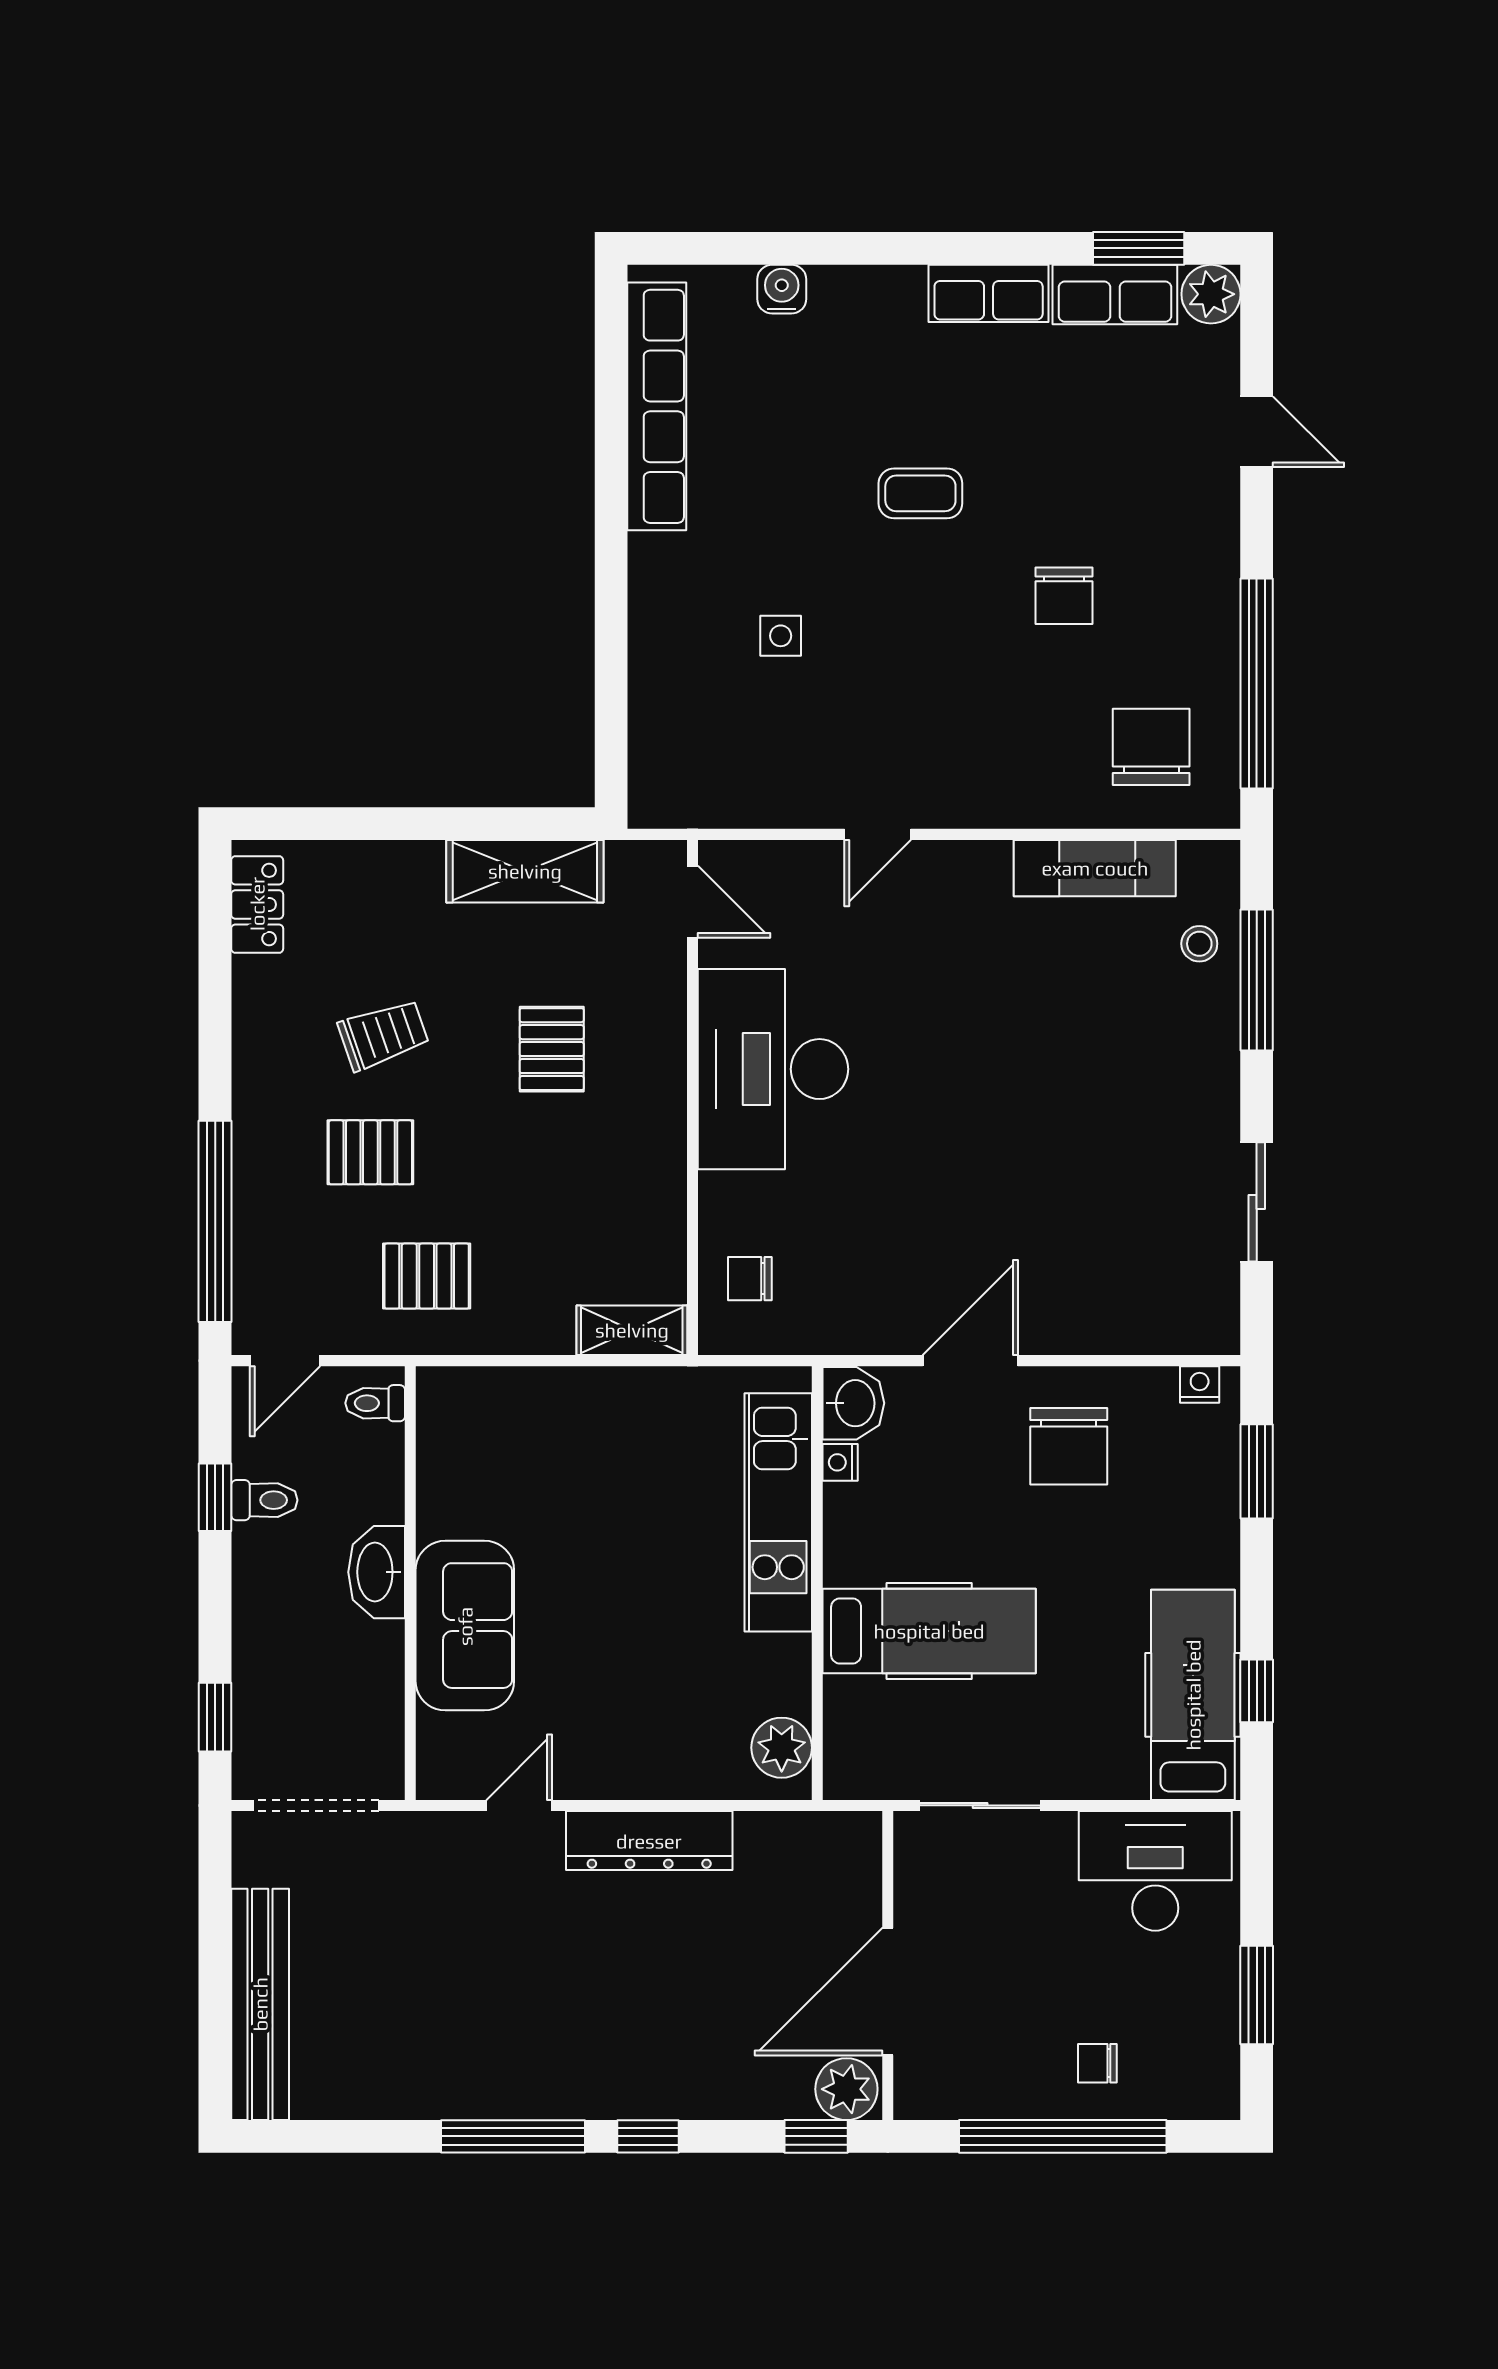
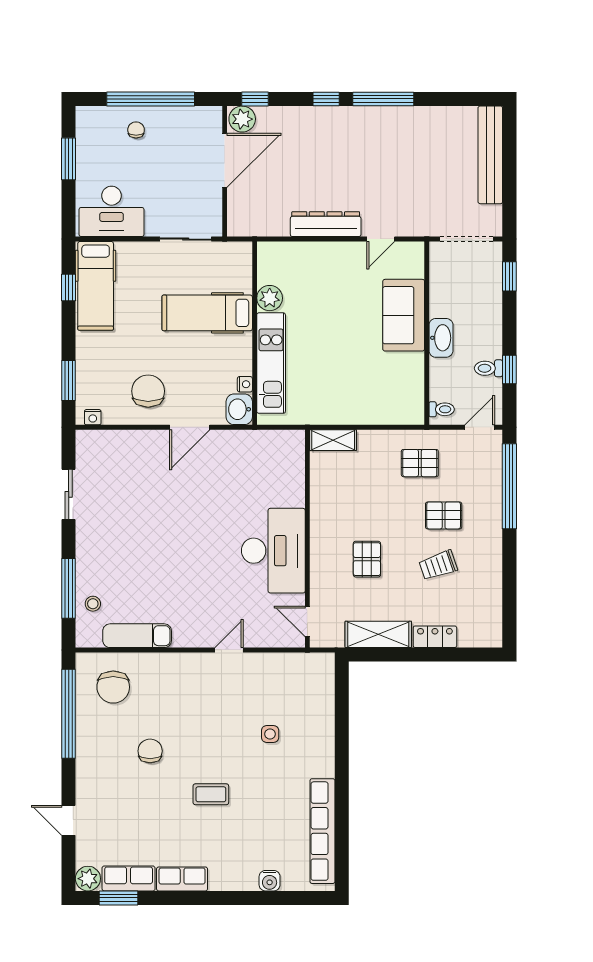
locker: (257, 904) -> (435, 637), moved, turned 90
chair: (750, 1279) -> (283, 462), removed
plant: (782, 1748) -> (270, 298), moved
chair: (1097, 2063) -> (136, 130), turned -90

